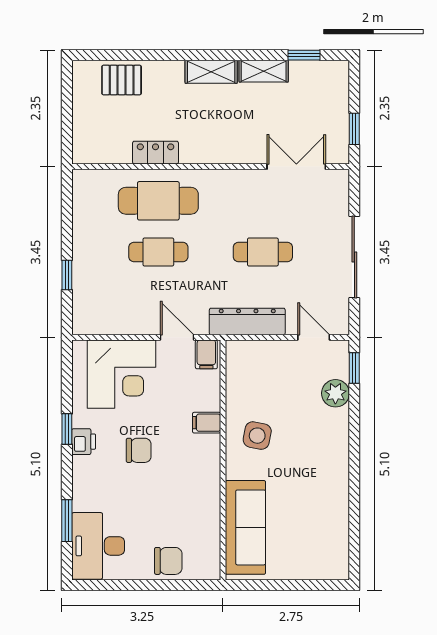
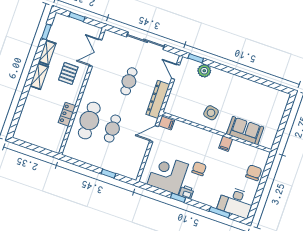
pallet: (122, 80) -> (68, 73), moved
window: (354, 129) -> (77, 17), moved
door: (314, 337) -> (176, 72), hinge flipped
corner desk: (122, 374) -> (168, 174), moved, turned -90
filing cabinet: (207, 423) -> (226, 144), moved
sofa: (245, 527) -> (245, 131), width x0.73

